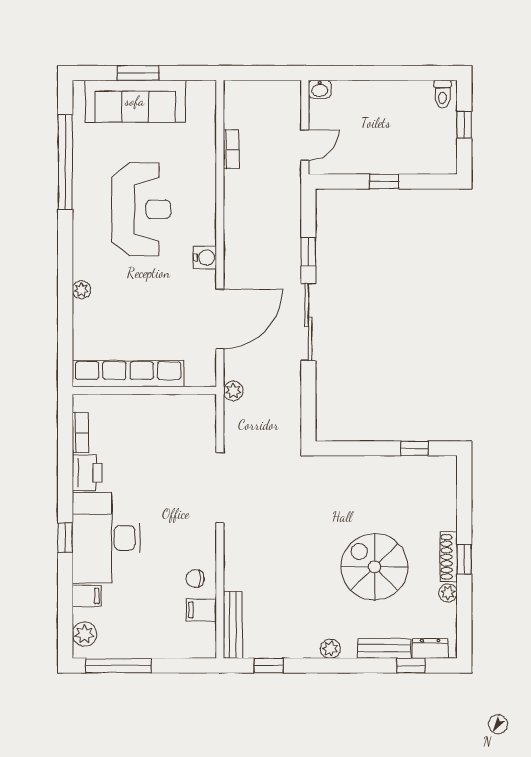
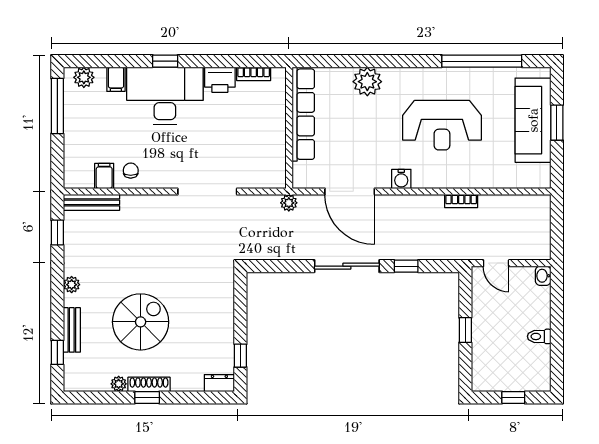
toilet: (443, 94) -> (539, 336), moved
bookcase: (231, 149) -> (461, 201), moved
plant: (81, 290) -> (367, 82), width x1.88, depth x1.88
dresser: (430, 648) -> (219, 383), moved, turned -90

